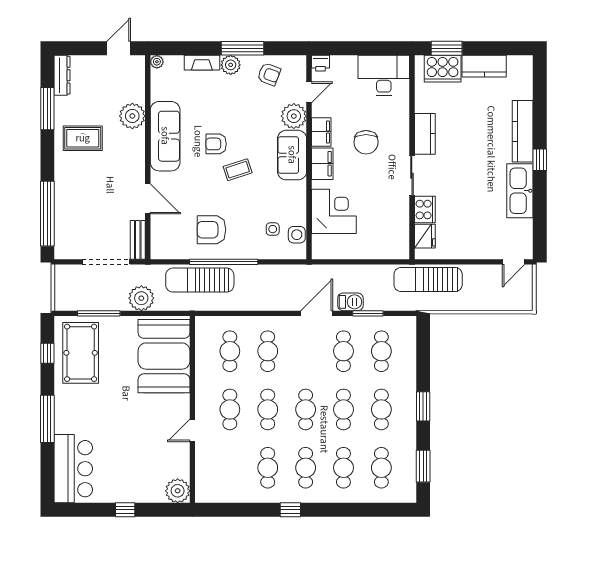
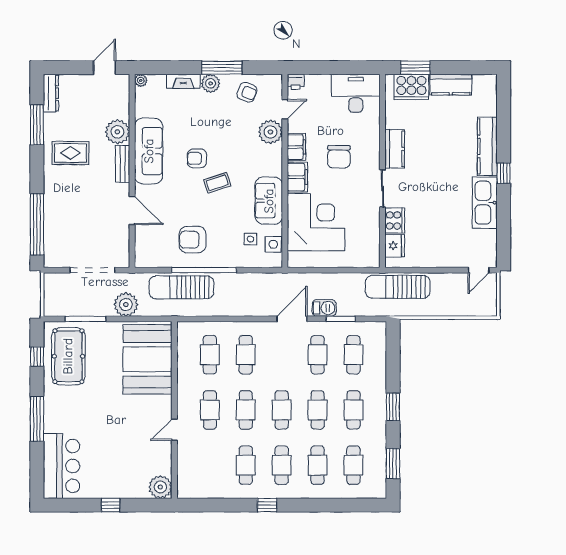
sofa: (292, 155) -> (269, 201), moved
corner desk: (334, 211) -> (316, 222), width x1.36, depth x1.36
bench: (138, 240) -> (123, 164), moved

